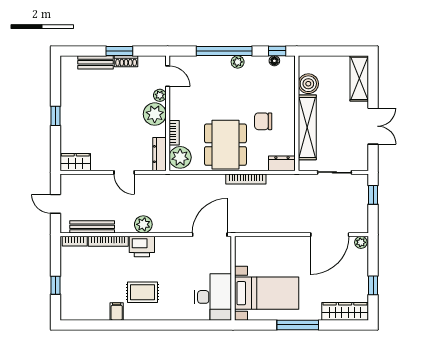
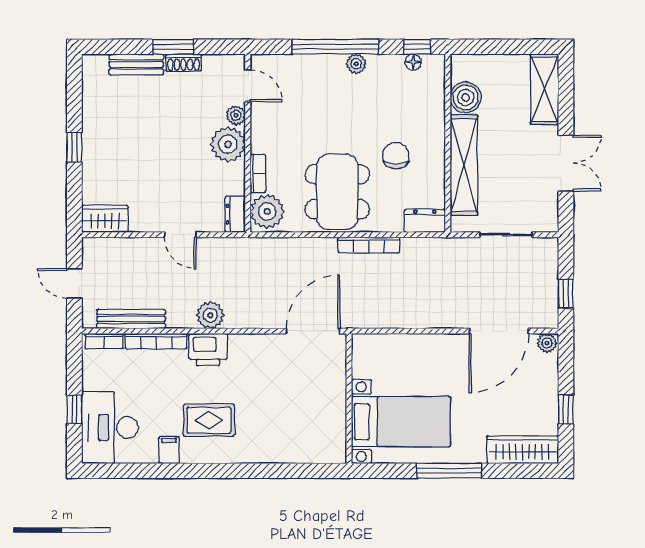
chair: (263, 121) -> (396, 156), turned 90
dresser: (159, 154) -> (235, 214), width x0.70
window: (373, 195) -> (566, 294), moved
desk: (213, 297) -> (110, 427), moved, turned 180

